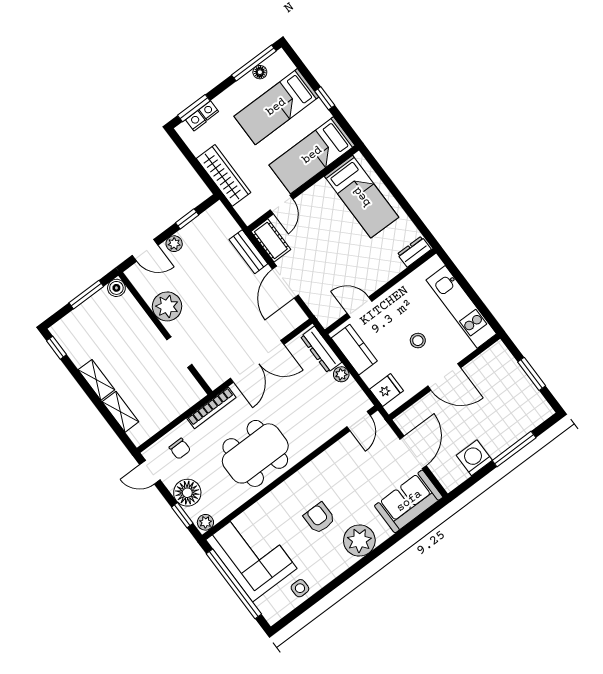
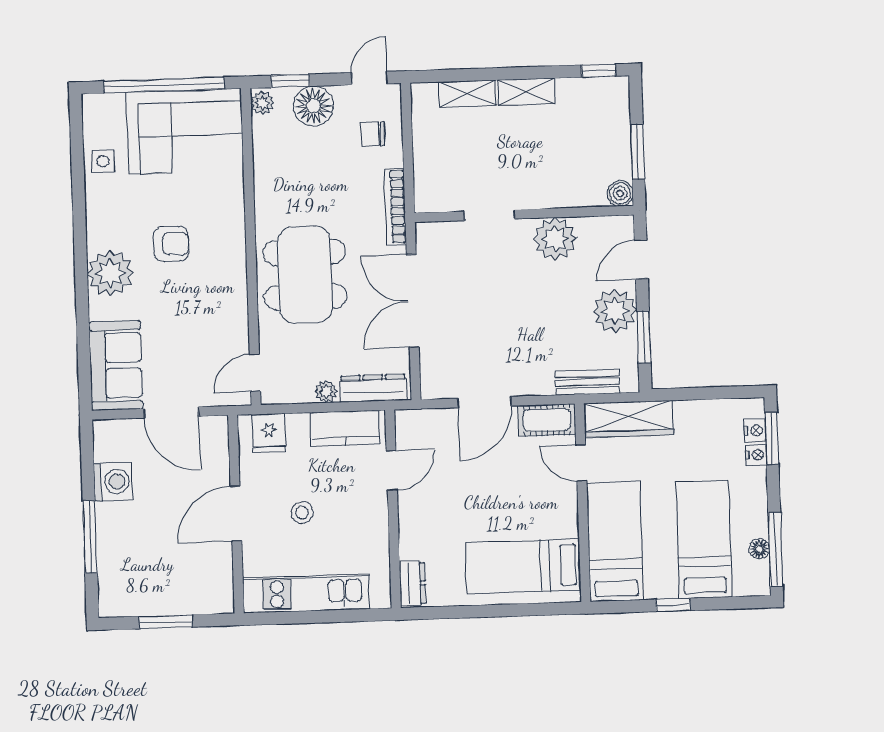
wardrobe: (224, 175) -> (629, 419), moved
window: (187, 219) -> (644, 337), width x1.50
plant: (174, 244) -> (615, 311), width x1.87, depth x1.87
bench: (248, 252) -> (587, 382), moved
door: (285, 282) -> (484, 402), swing flipped
door: (358, 421) -> (255, 373), hinge flipped
dining table: (255, 453) -> (305, 275), moved

